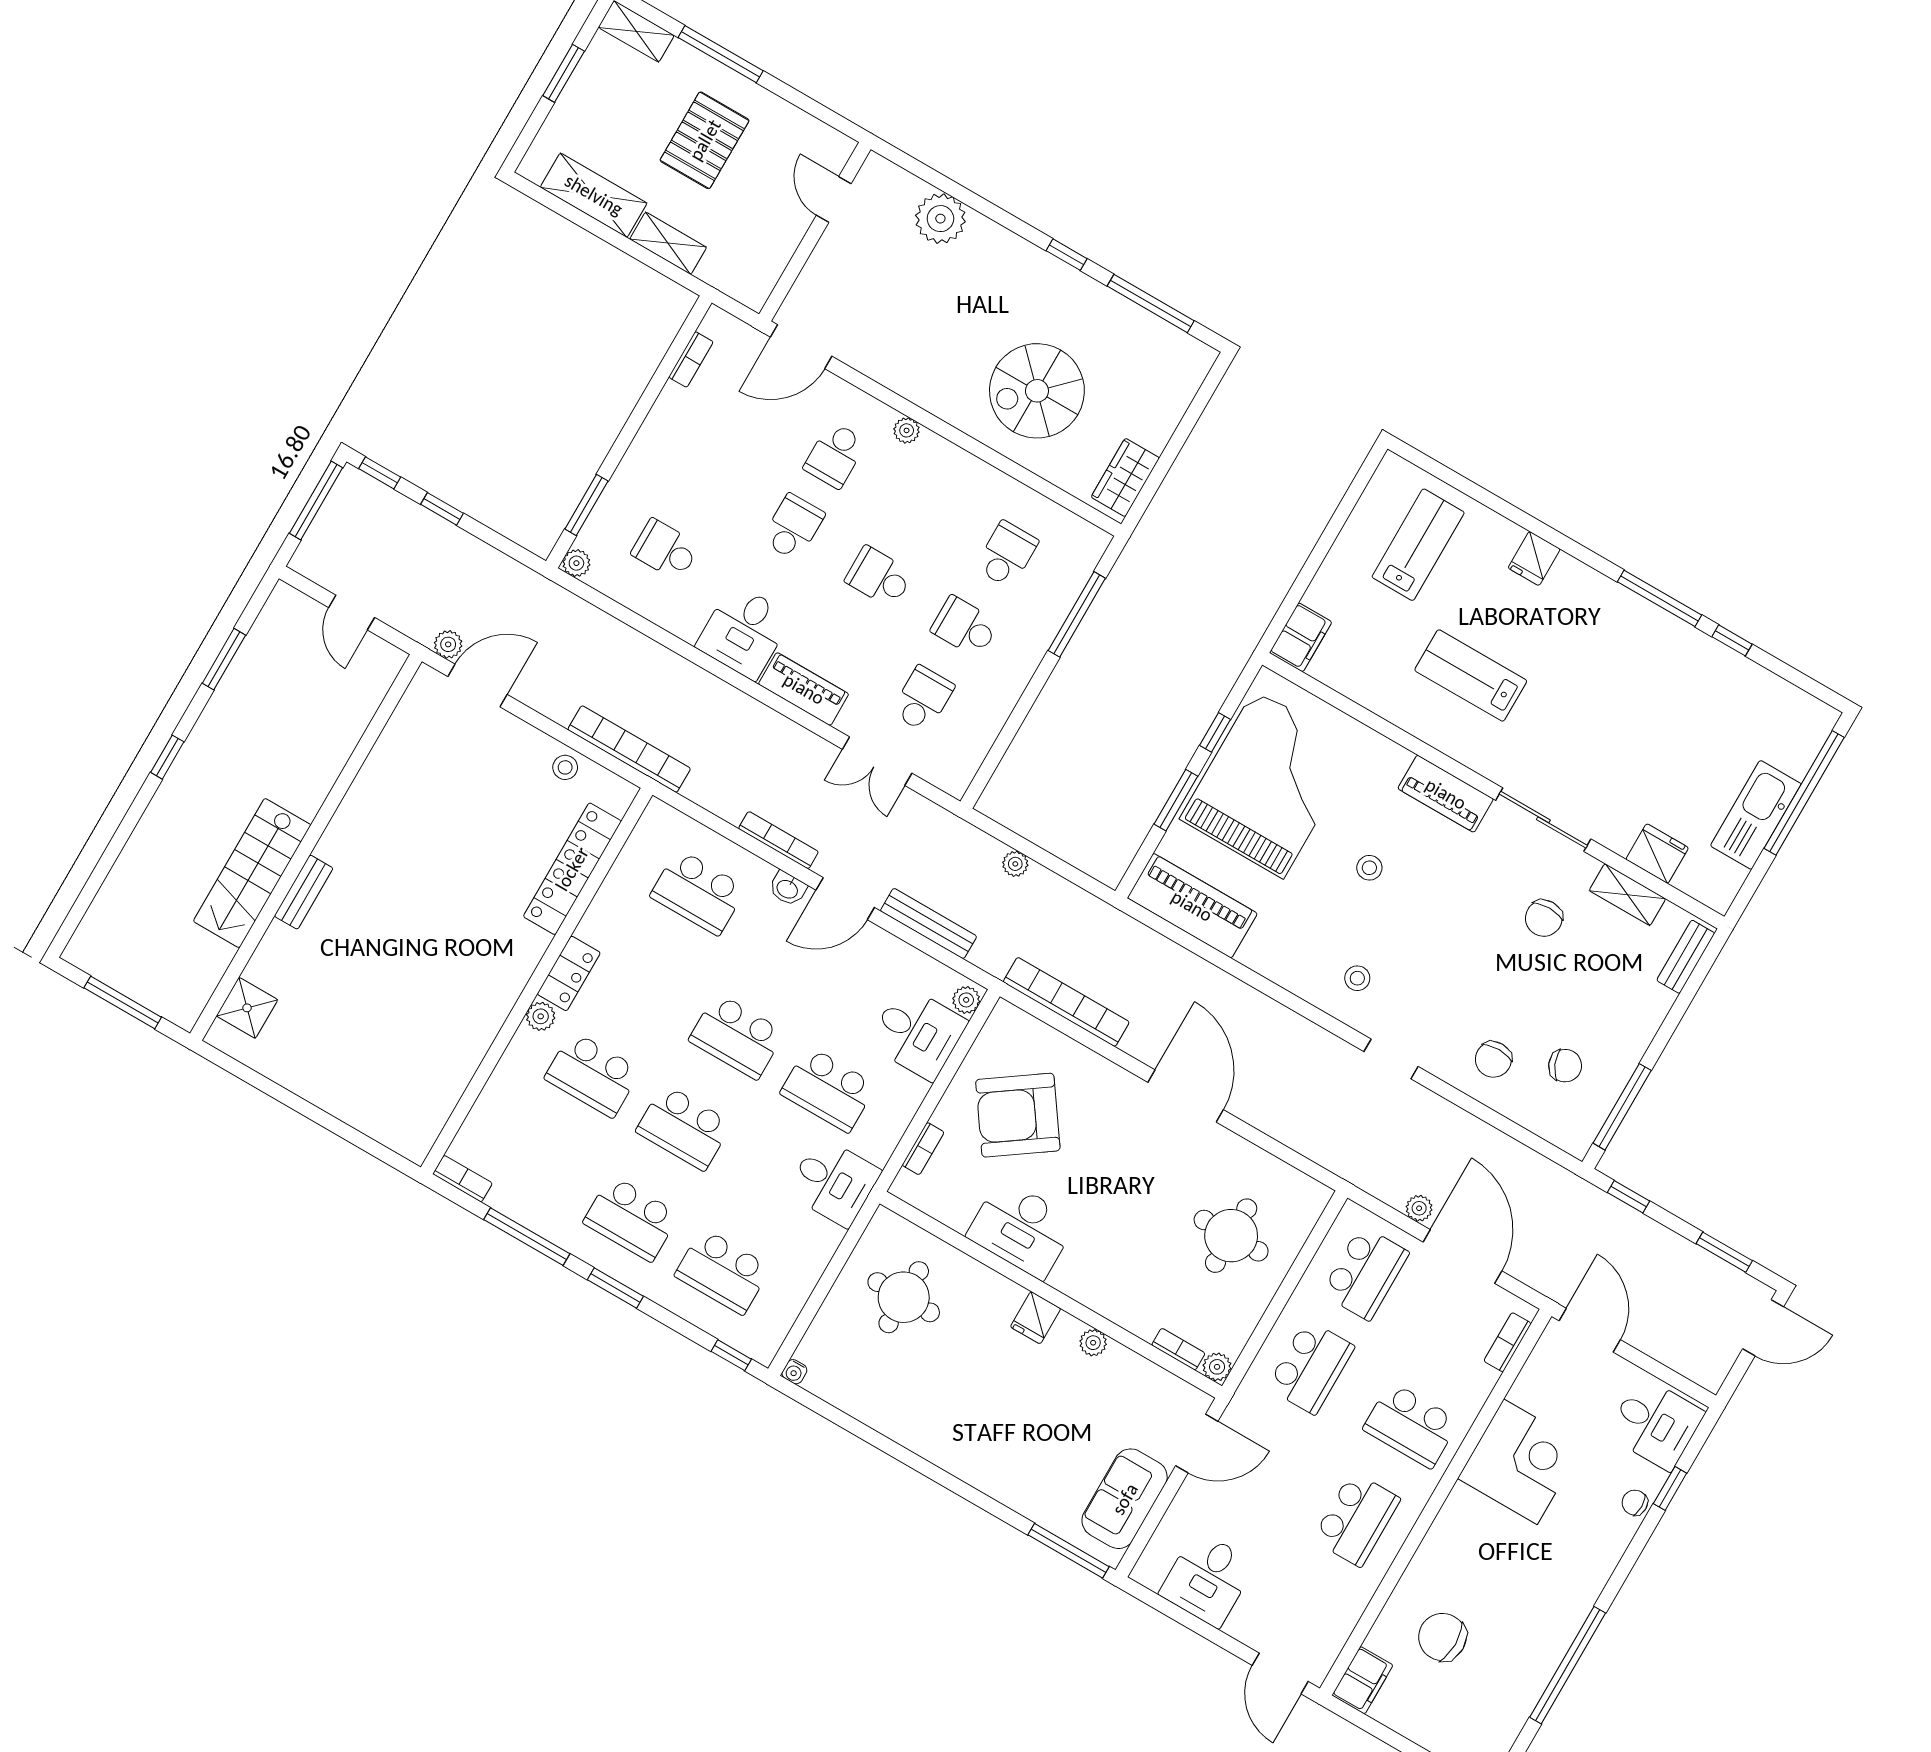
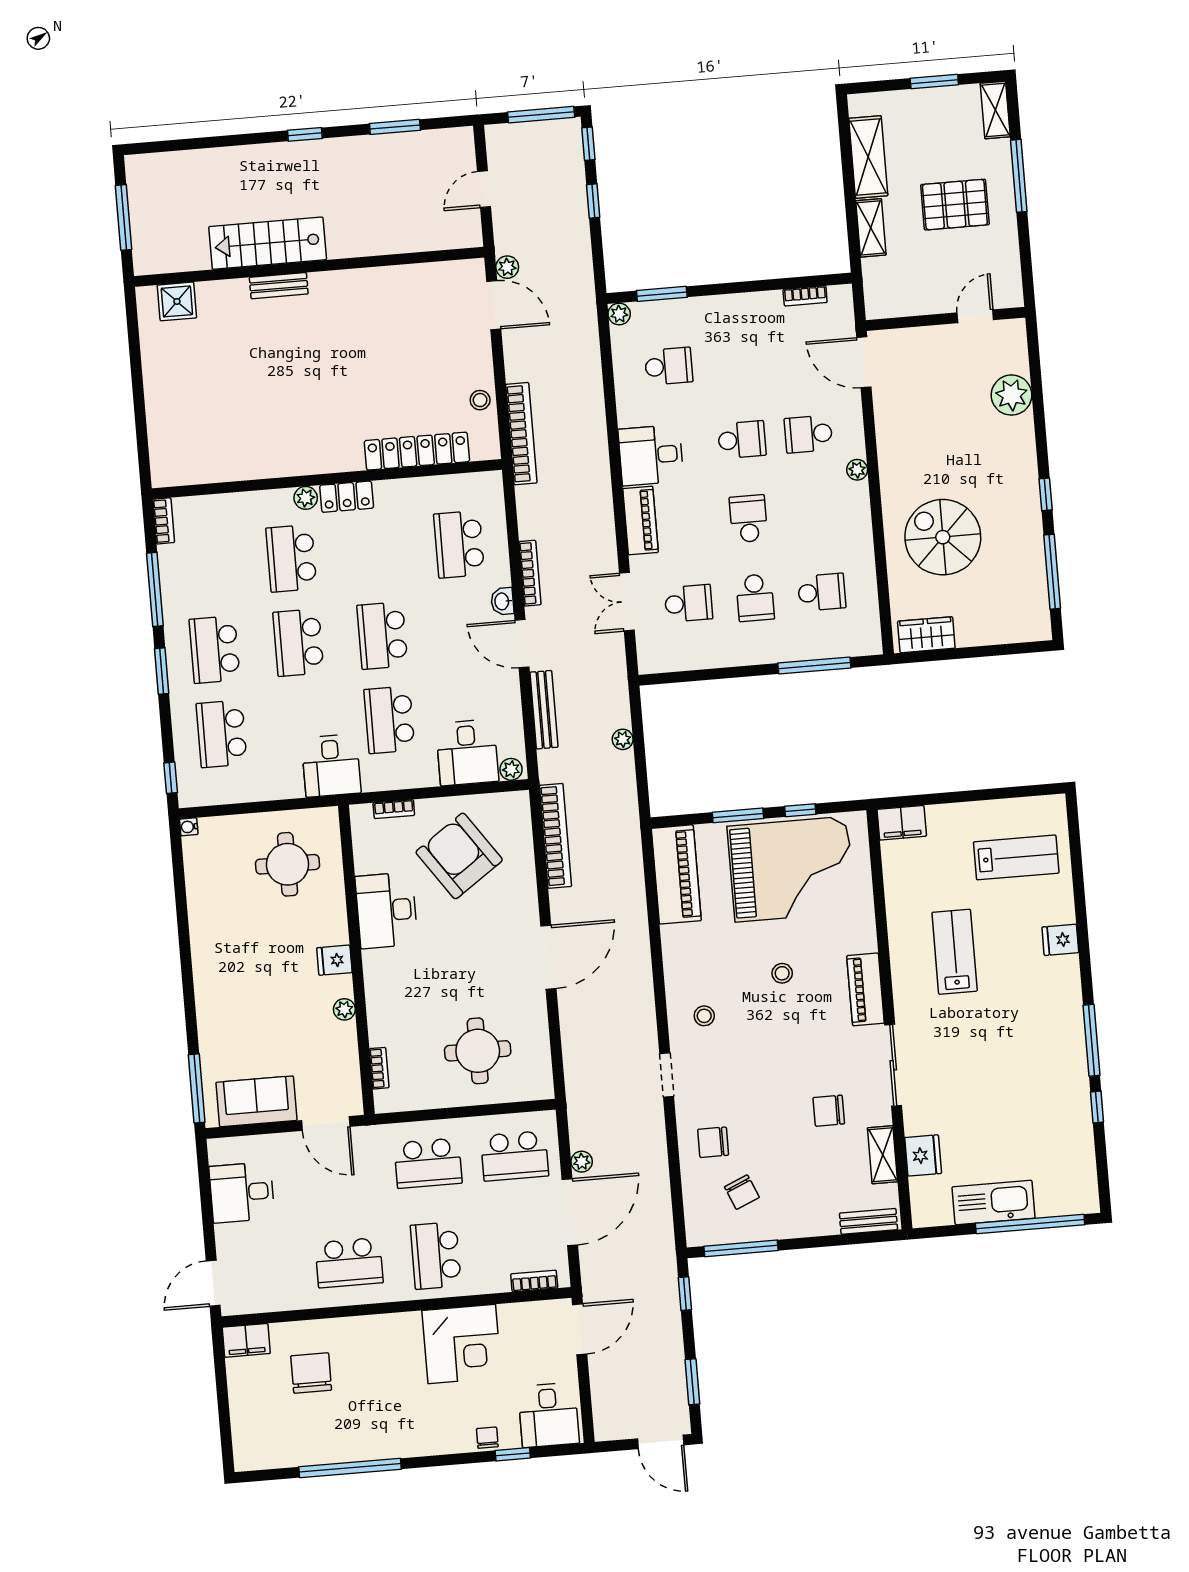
school desk: (665, 550) -> (669, 366), turned 90
school desk: (965, 627) -> (755, 598), turned 180
plant: (1217, 1367) -> (385, 1102), removed

